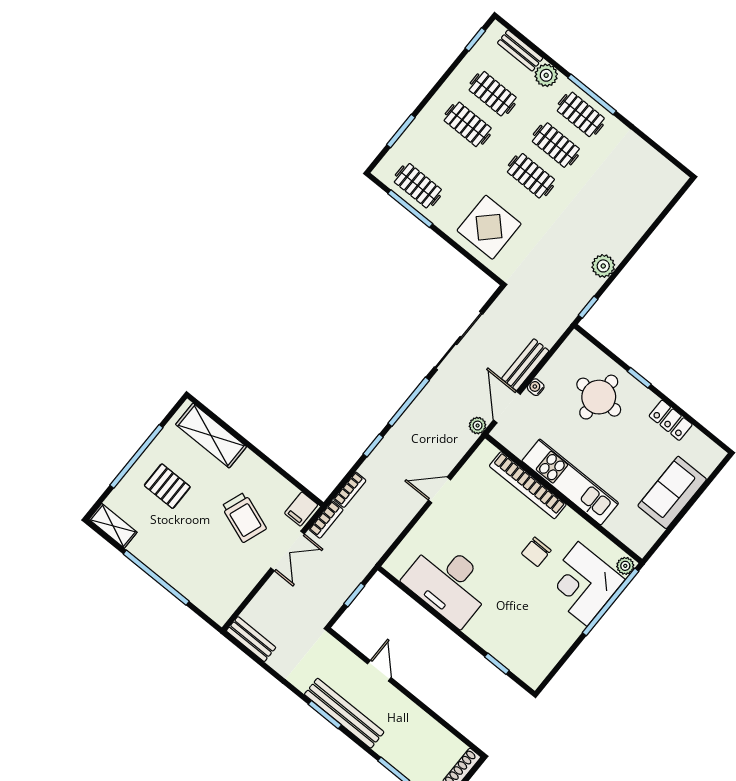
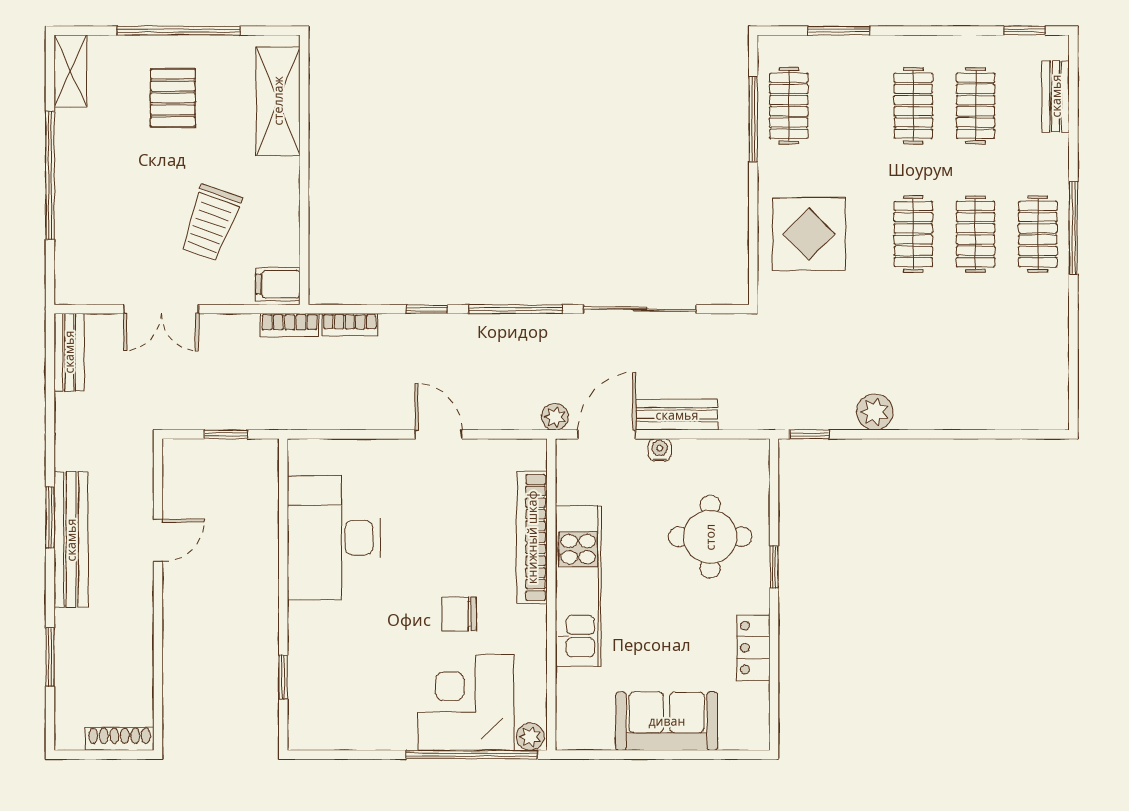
plant: (546, 75) -> (1051, 153), removed
double door: (287, 551) -> (161, 309), moved

